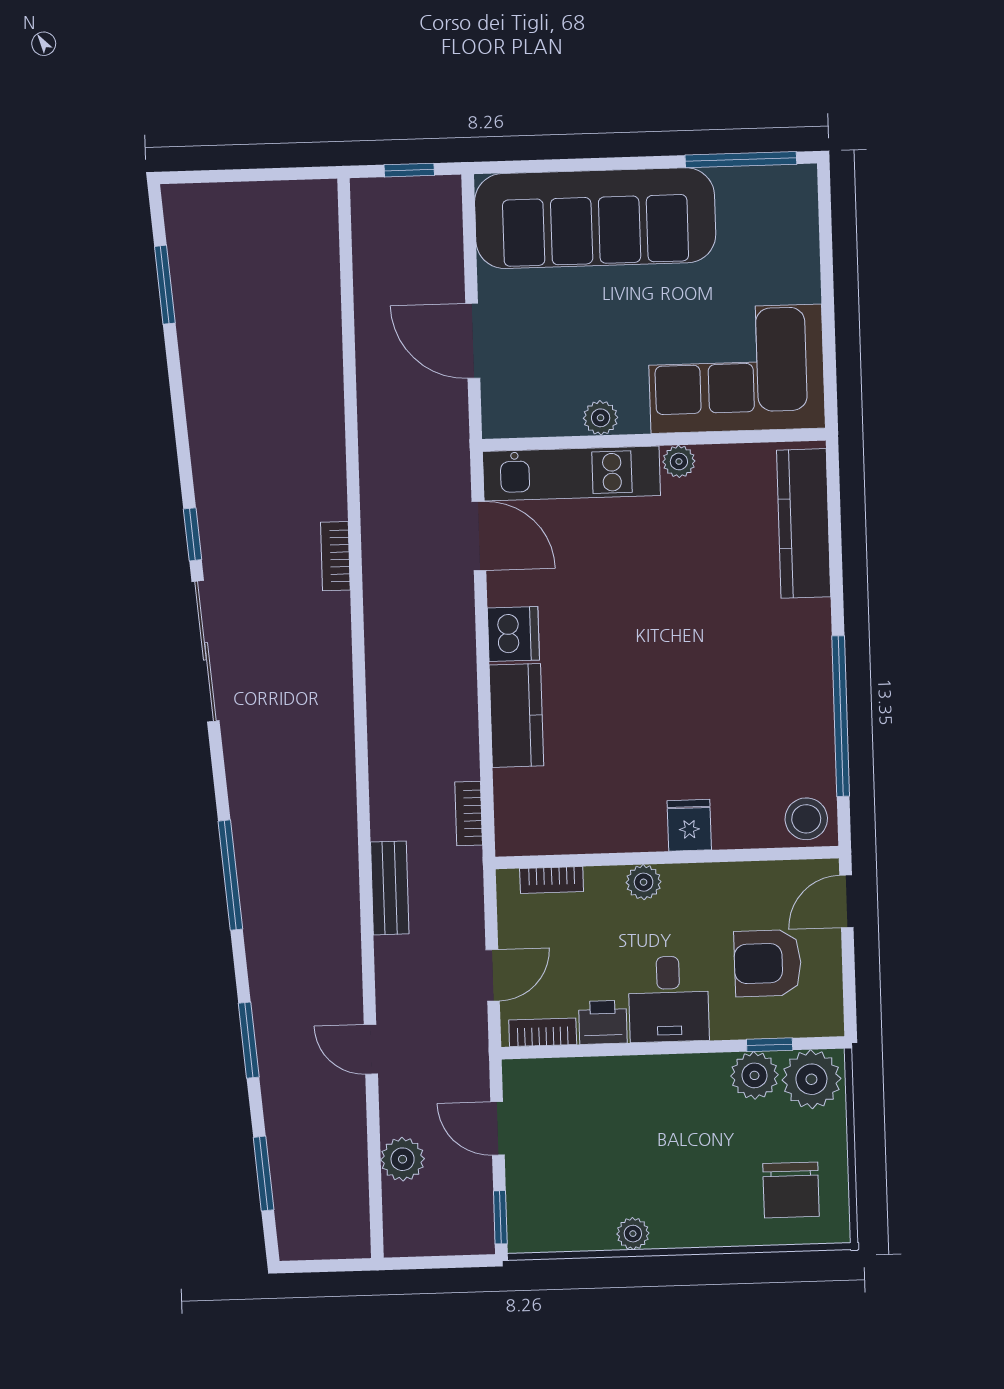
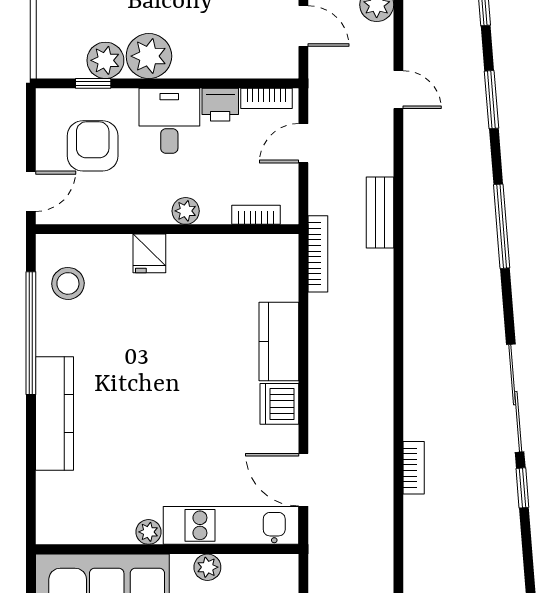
kitchen counter: (804, 523) -> (55, 413), moved
bookcase: (469, 813) -> (318, 254), width x1.56
stool: (806, 819) -> (68, 283), moved
armchair: (768, 963) -> (93, 146), turned -90
plant: (811, 1079) -> (149, 56), moved

